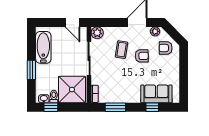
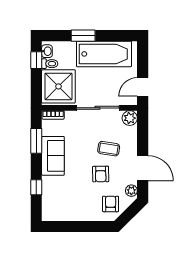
bathtub: (43, 47) -> (104, 54), width x1.36, depth x1.36
sofa: (156, 94) -> (53, 156), moved

